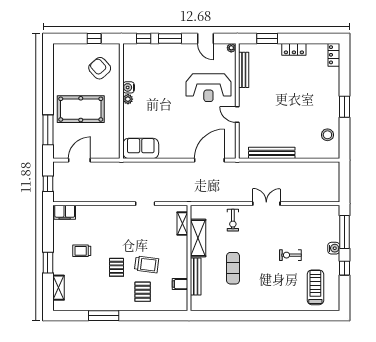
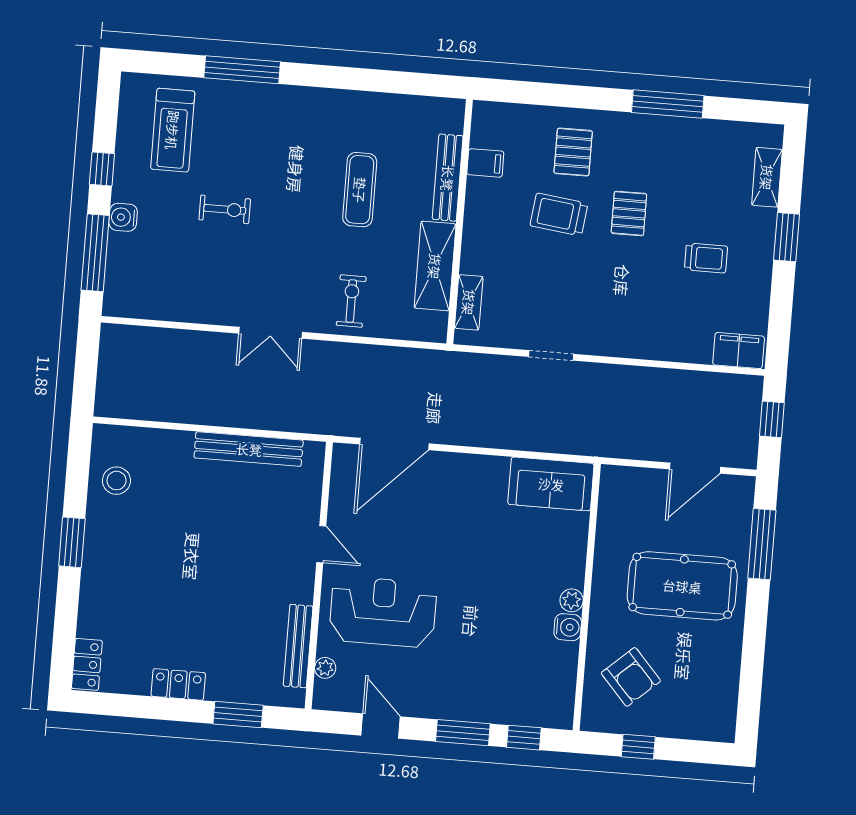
plant: (231, 48) -> (325, 668), moved
window: (288, 316) -> (242, 70), added

